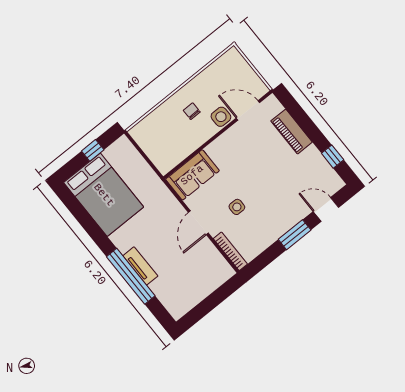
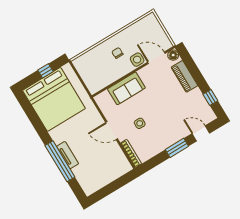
floor lamp: (271, 103) -> (173, 55), added
sofa: (192, 175) -> (126, 88), moved
bed: (104, 195) -> (54, 99), width x1.36
door: (198, 223) -> (112, 131), hinge flipped

